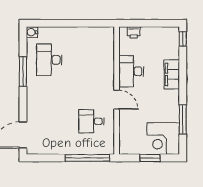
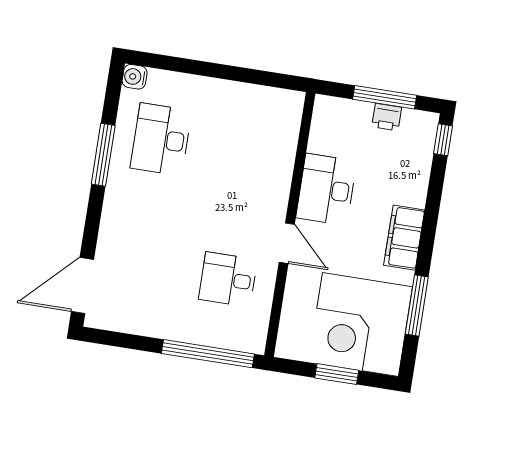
window: (152, 23) -> (385, 97), added
printer: (134, 32) -> (387, 117), moved
filing cabinet: (172, 74) -> (404, 238), moved
corner desk: (163, 138) -> (360, 325), width x1.36, depth x1.36

